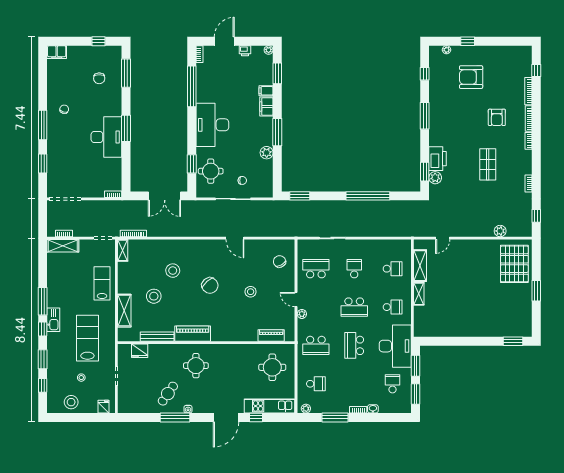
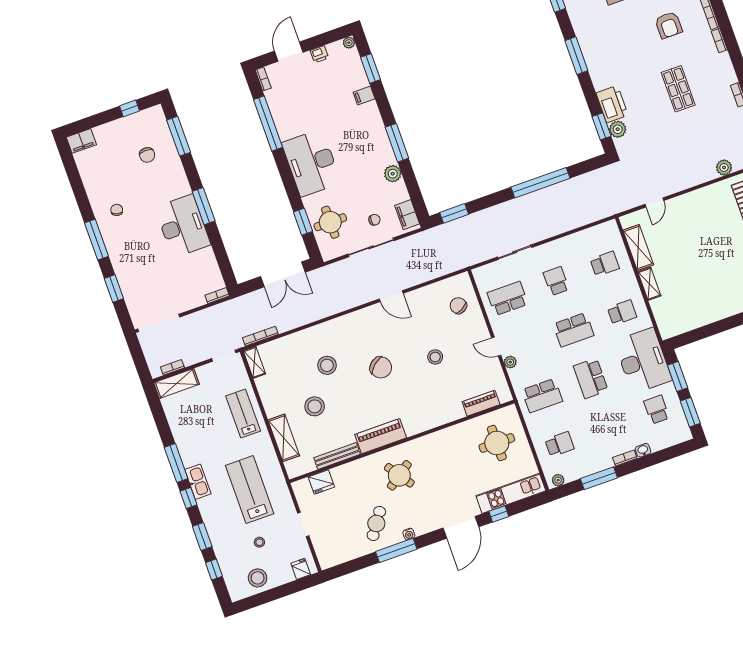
filing cabinet: (266, 107) -> (407, 215), moved
round table: (196, 366) -> (399, 475), turned -35

